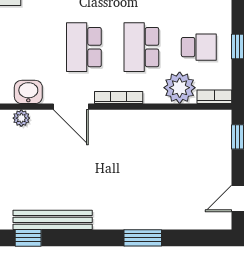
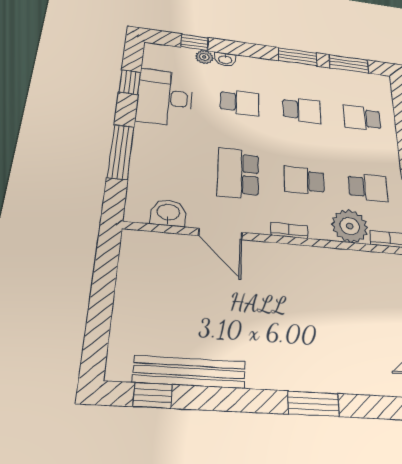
school desk: (141, 47) -> (304, 180), width x0.54
bookcase: (119, 97) -> (289, 230), width x0.64
plant: (21, 118) -> (157, 241), removed

